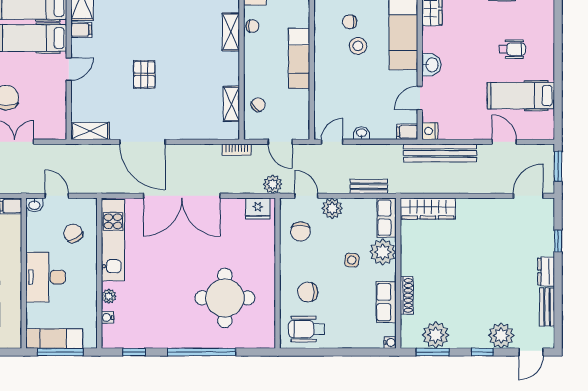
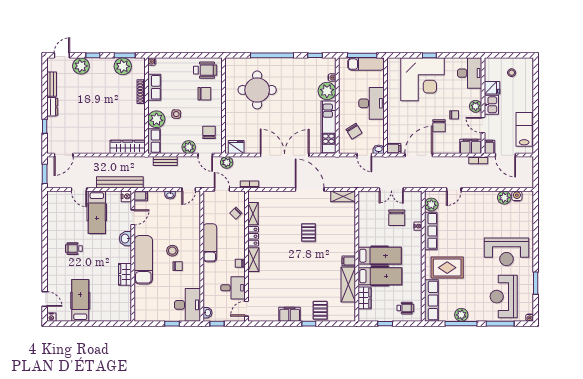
door: (69, 69) -> (357, 236), removed
locker: (231, 69) -> (253, 236), added
hospital bed: (521, 96) -> (97, 212), moved, turned 90
plant: (109, 296) -> (327, 91), width x1.87, depth x1.87

